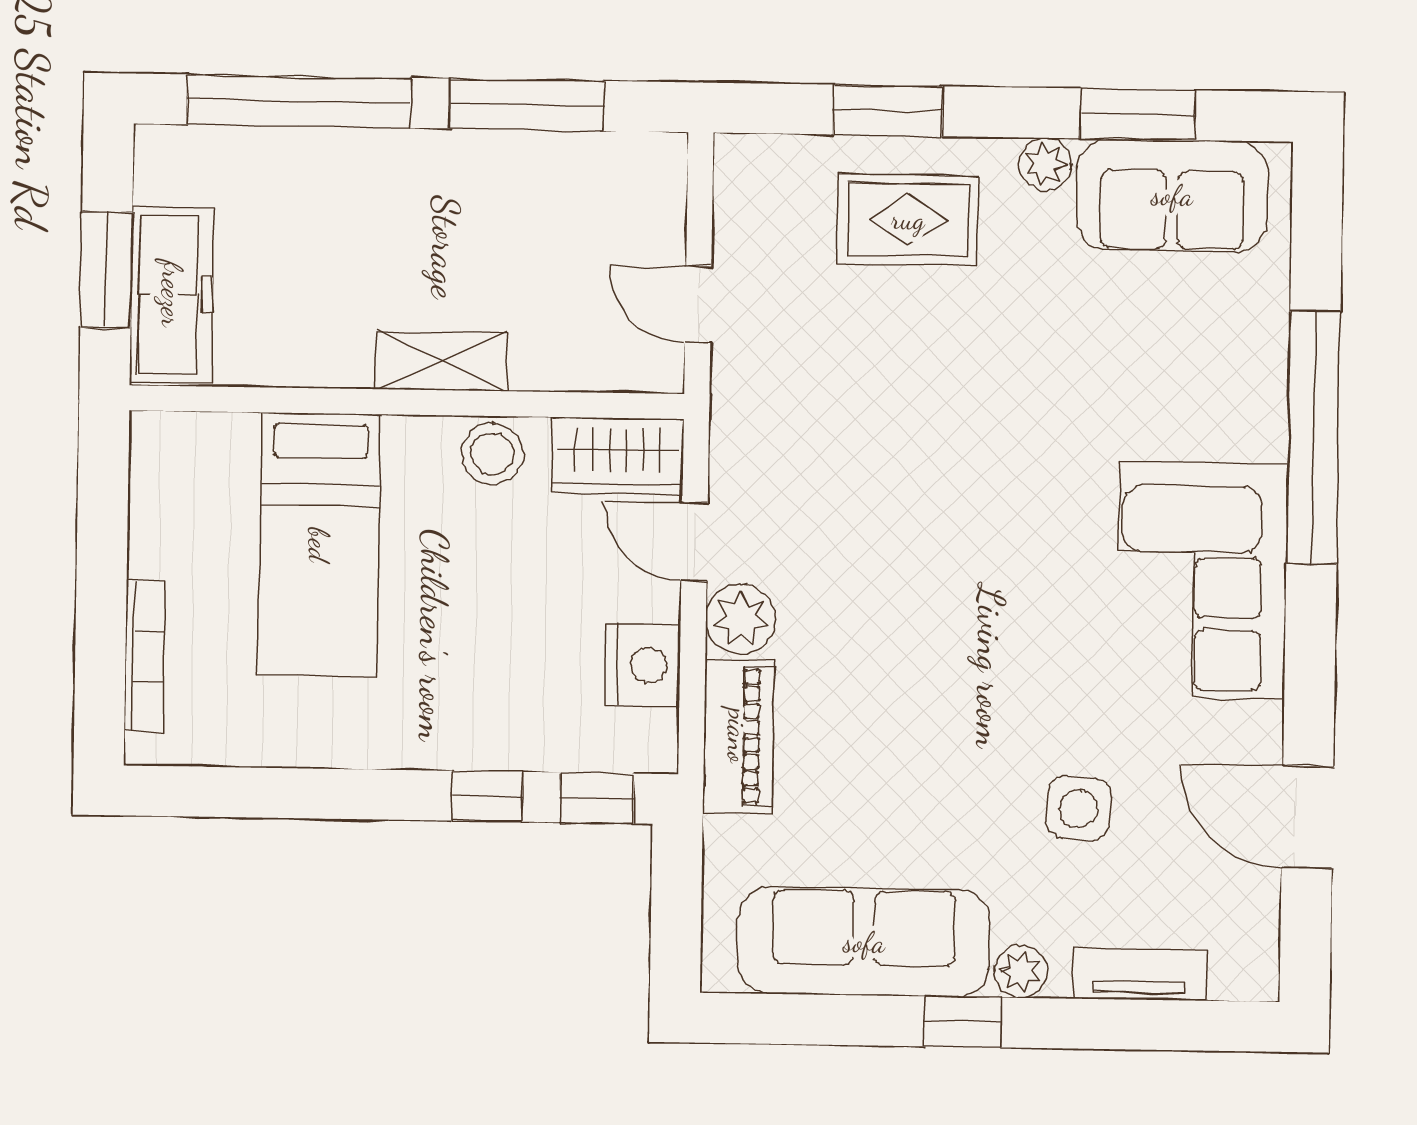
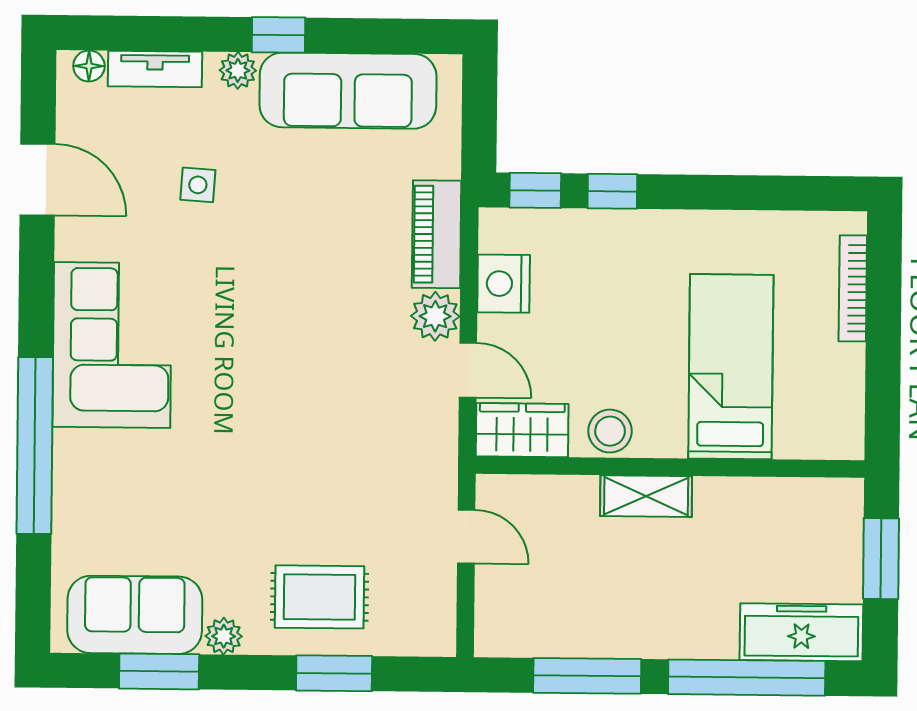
freezer: (172, 294) -> (801, 632), moved, turned 90
side table: (1078, 808) -> (198, 185), width x0.73, depth x0.73
floor lamp: (1233, 979) -> (89, 66), added

